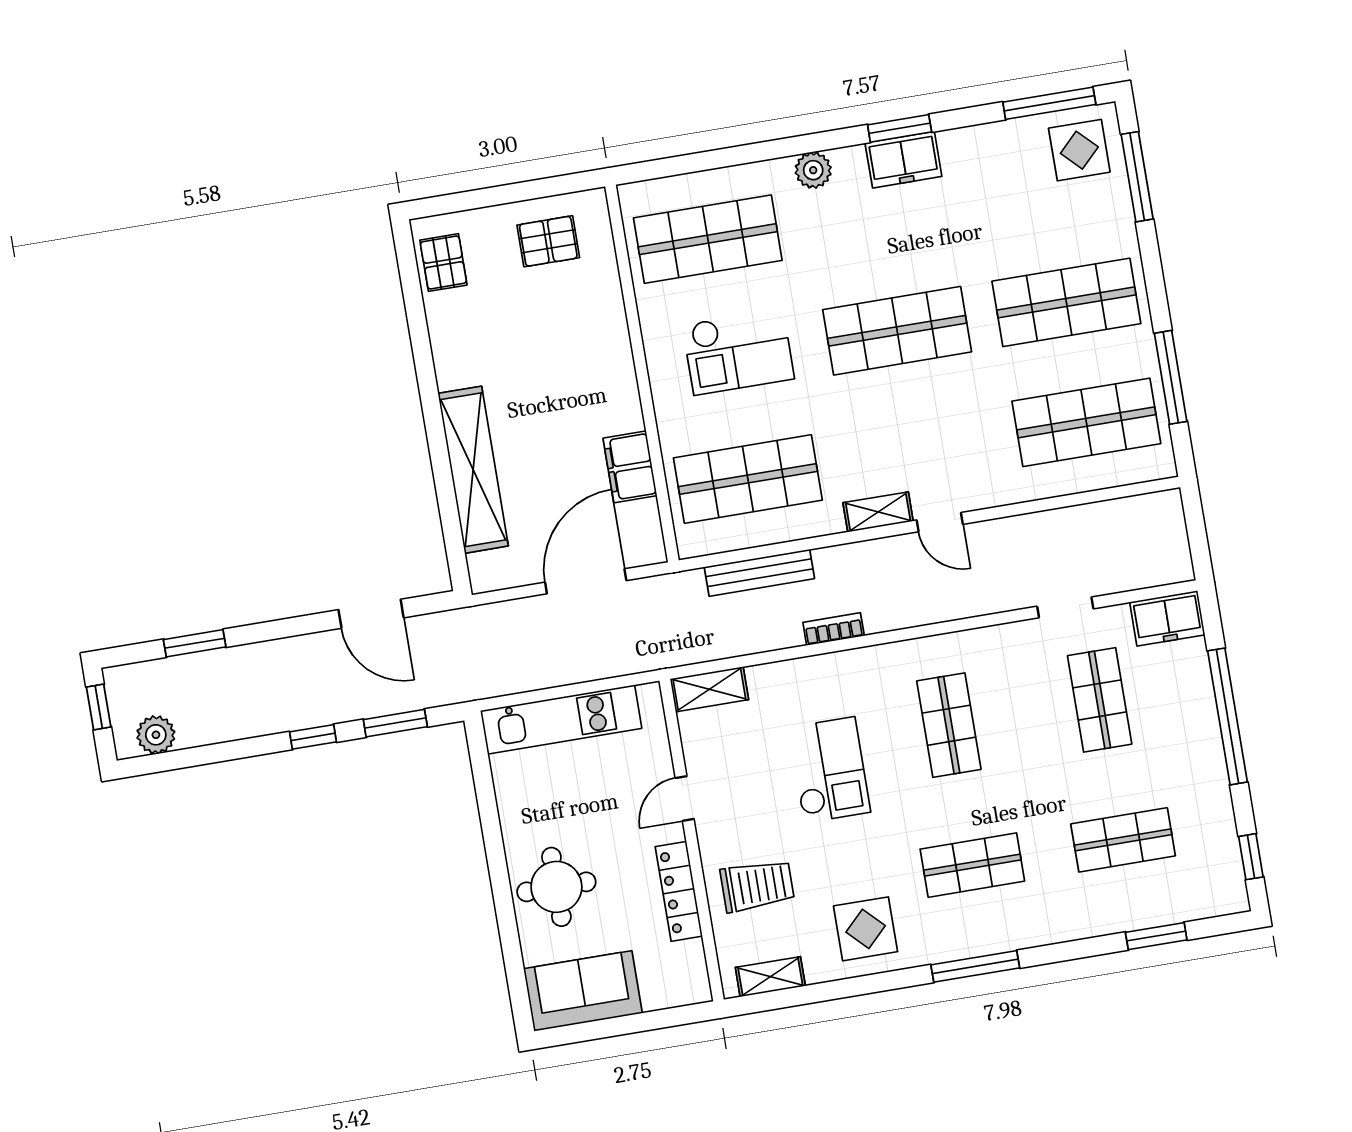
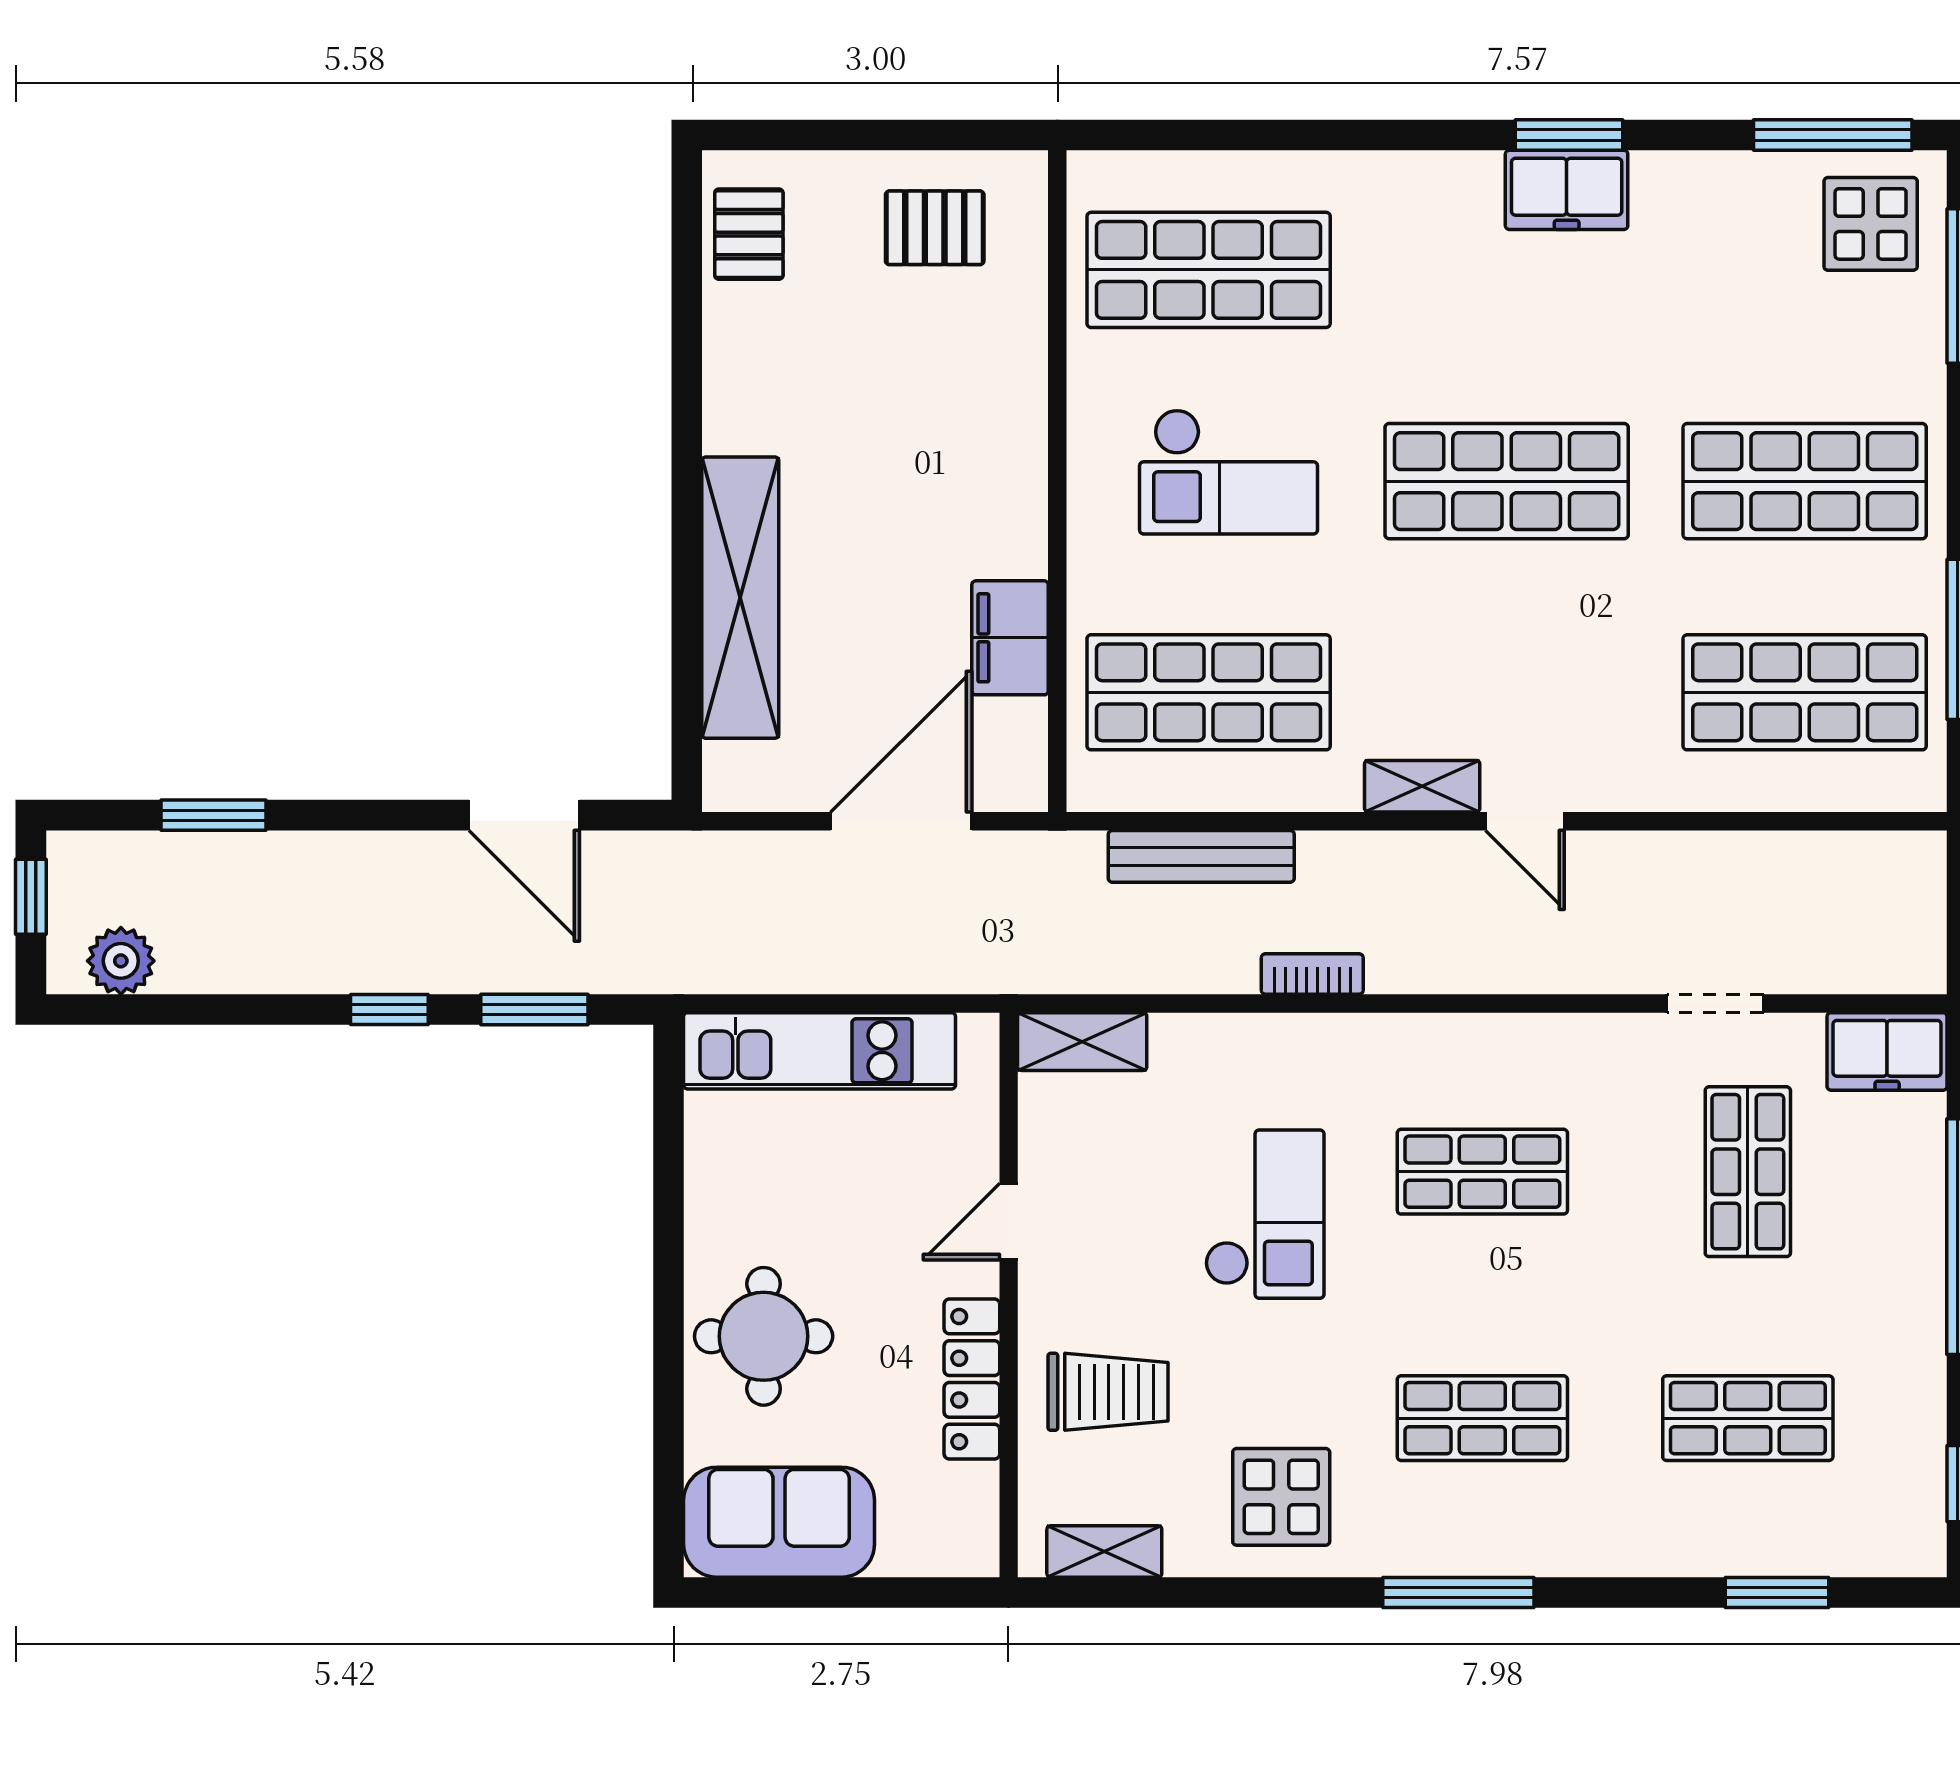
plant: (813, 170) -> (1409, 182), removed
shop shelf: (949, 725) -> (1482, 1172), turned 90

